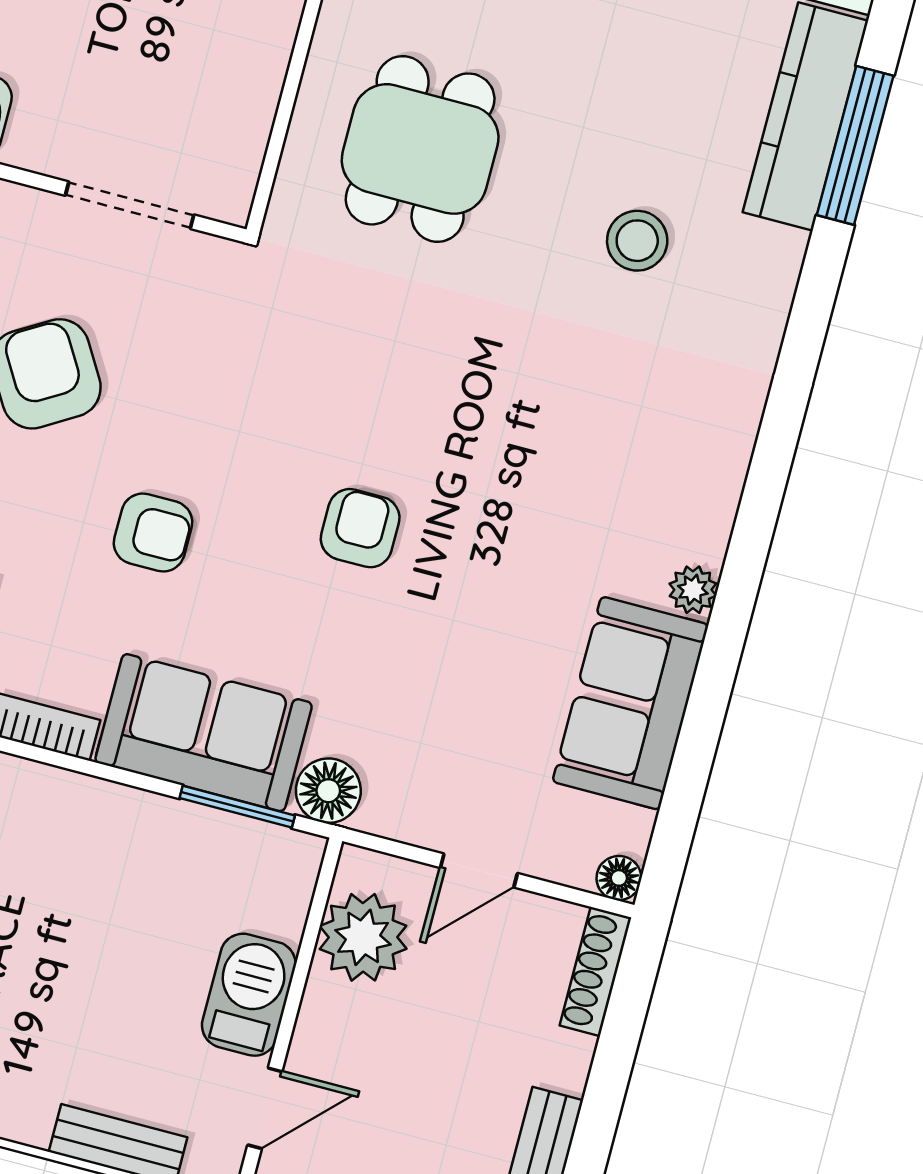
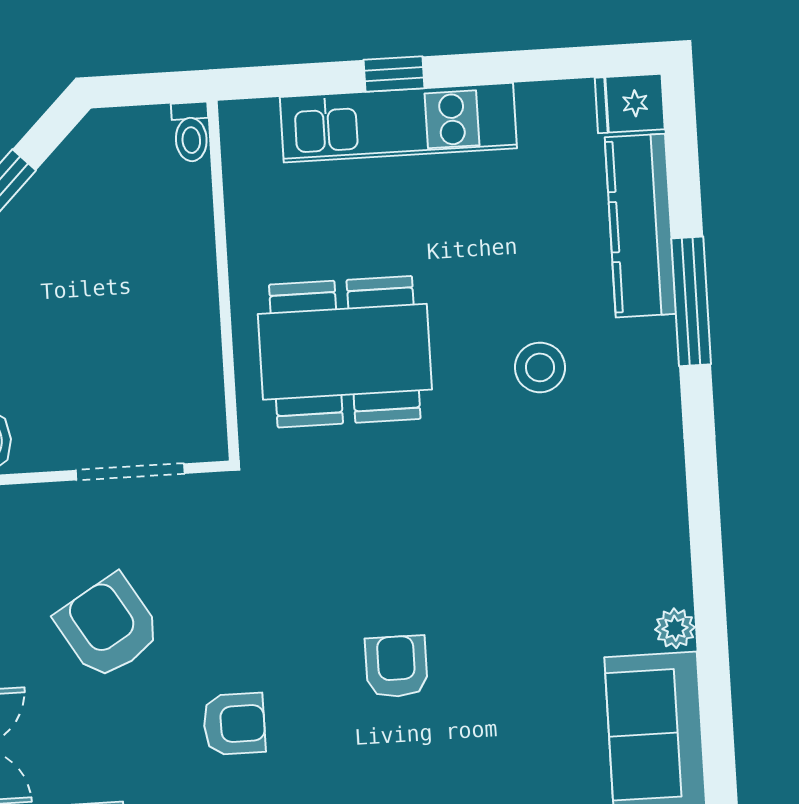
window: (855, 145) -> (691, 301), moved
dining table: (420, 149) -> (345, 352), width x1.38

